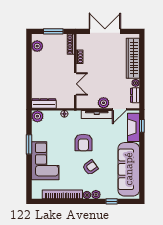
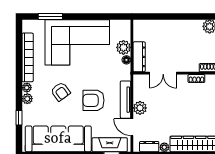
dresser: (44, 103) -> (139, 57), moved
plant: (37, 116) -> (123, 47), moved
armchair: (83, 142) -> (94, 100), moved
window: (29, 144) -> (50, 16), moved
corner sofa: (45, 161) -> (77, 42), width x1.36, depth x1.36

